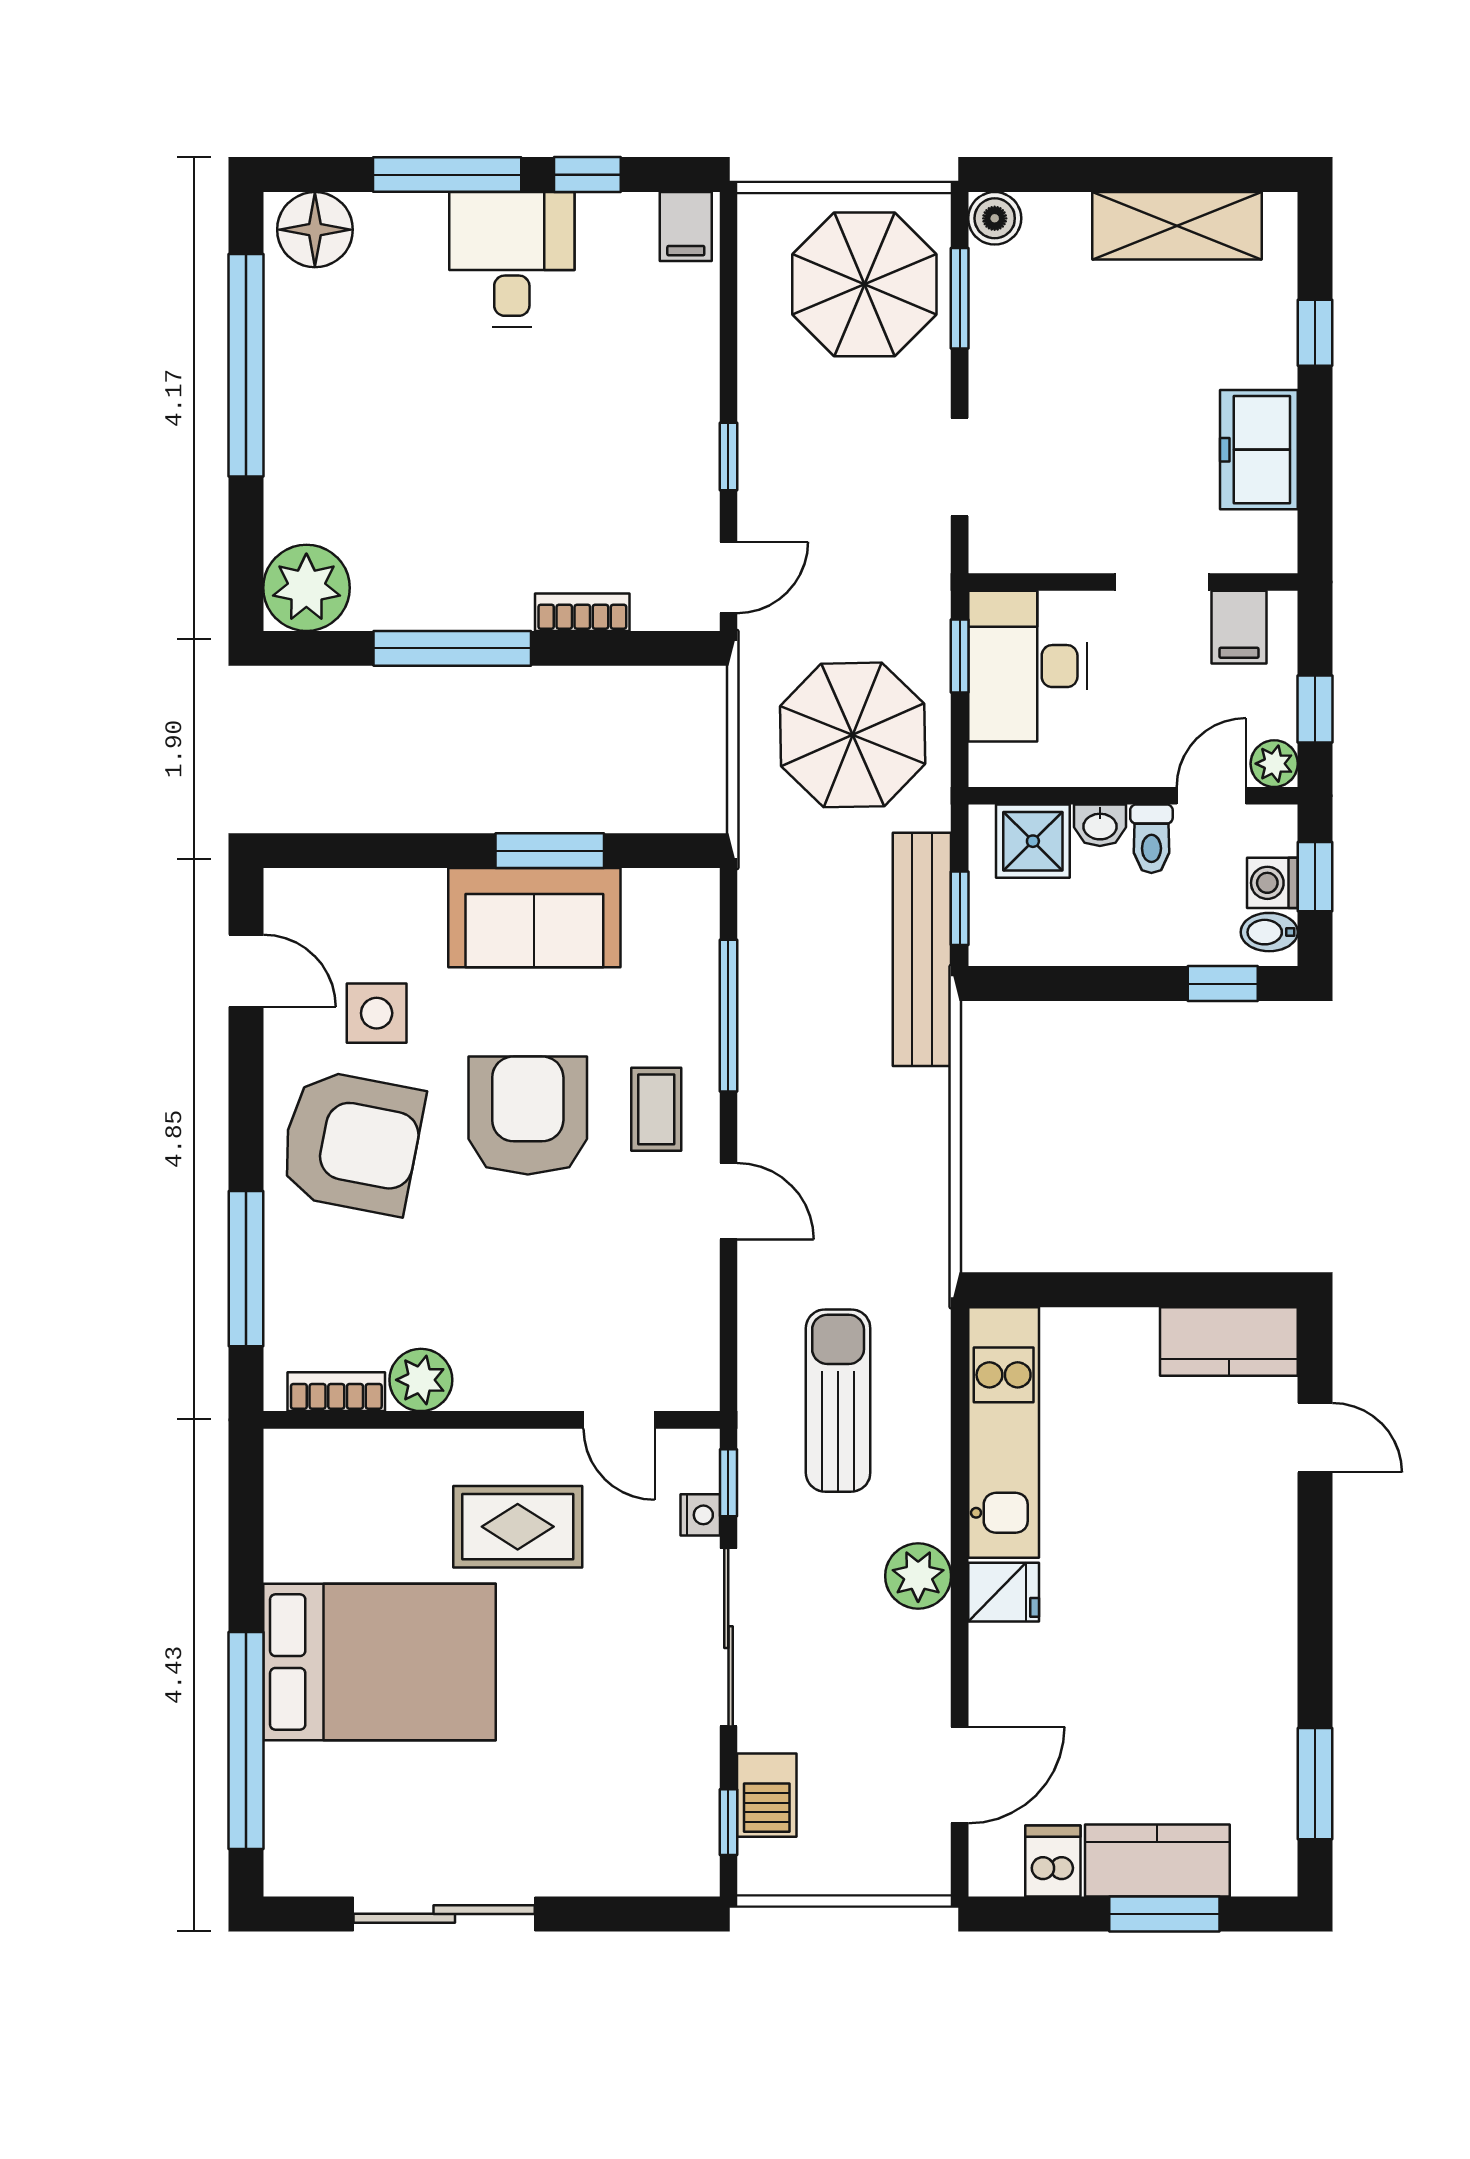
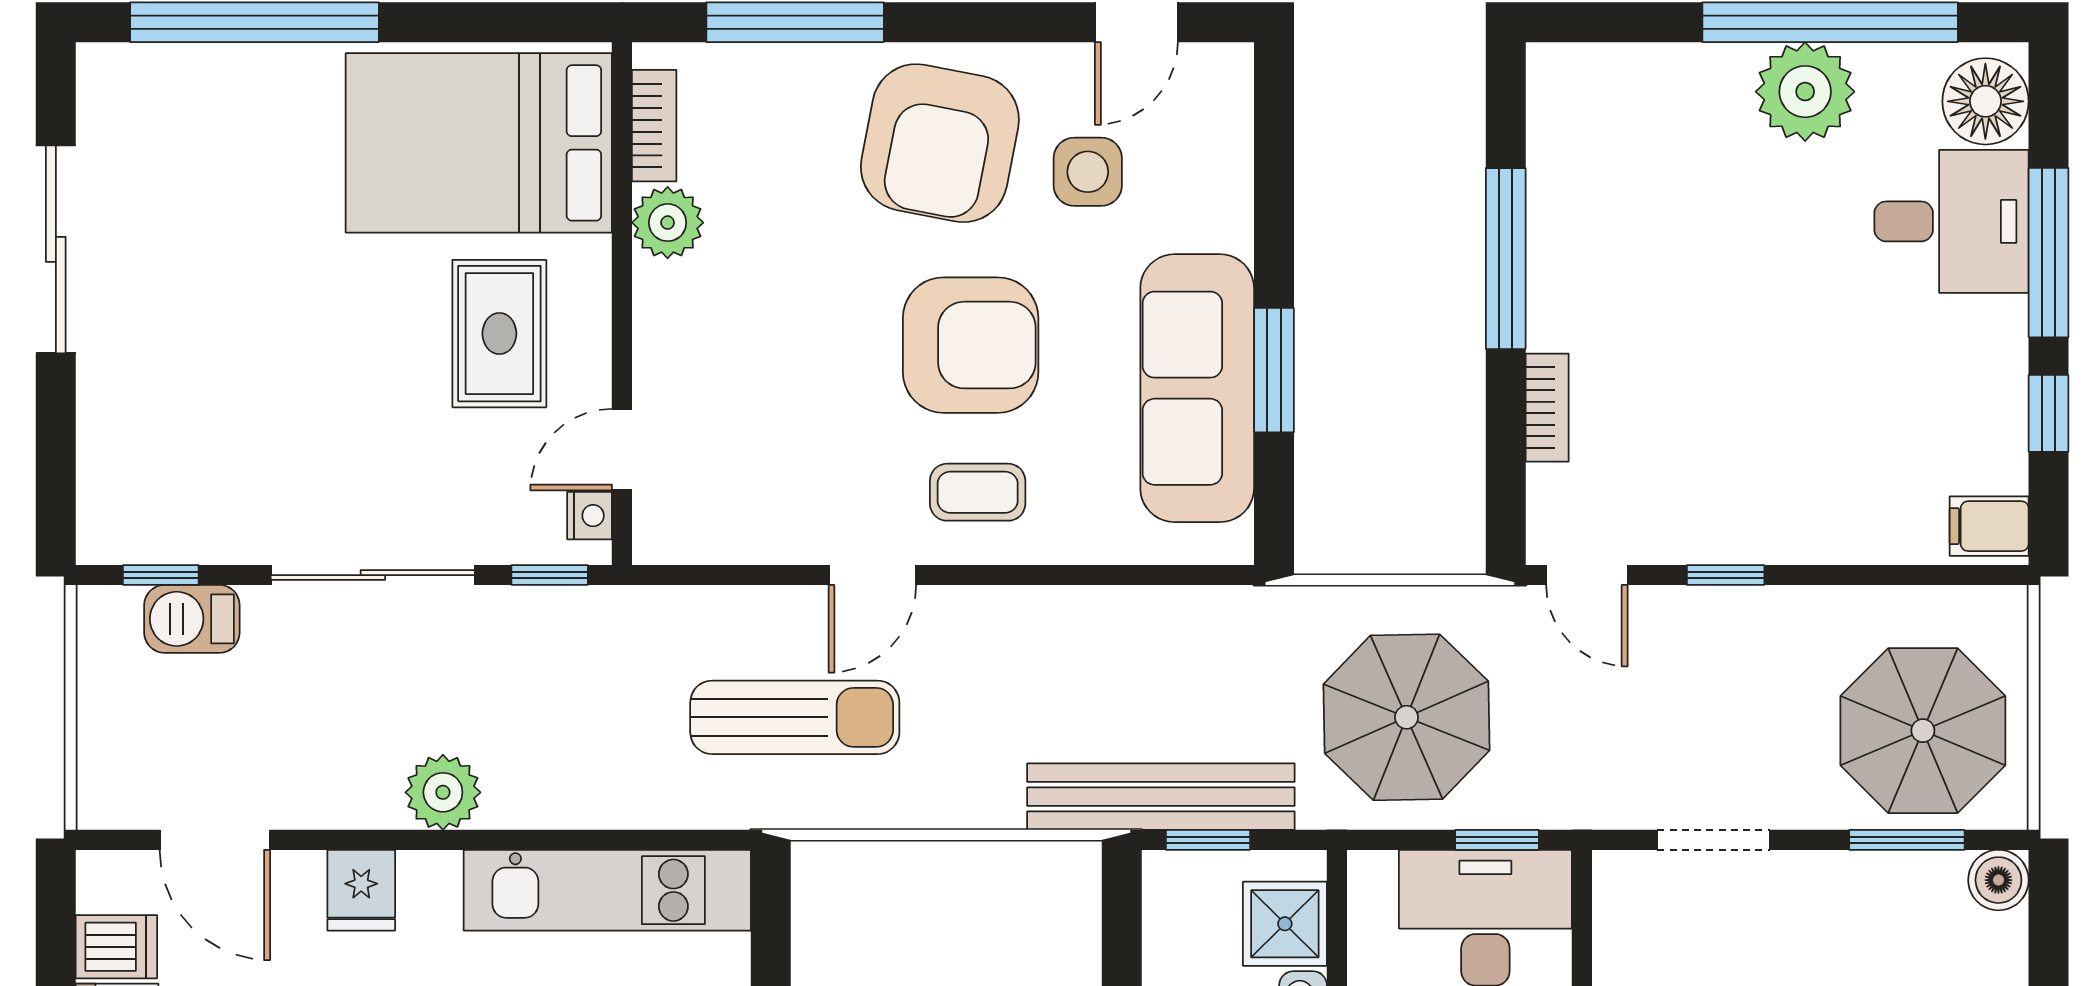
desk: (512, 259) -> (1952, 221), moved
plant: (306, 588) -> (1805, 92), moved
sofa: (534, 918) -> (1197, 388), width x1.36
window: (728, 1016) -> (1085, 575), removed
sun lounger: (838, 1401) -> (795, 717), moved
nightstand: (700, 1515) -> (589, 516), moved, turned -90
fridge: (1004, 1592) -> (361, 890), moved
bed: (379, 1662) -> (479, 143), moved, turned 90

